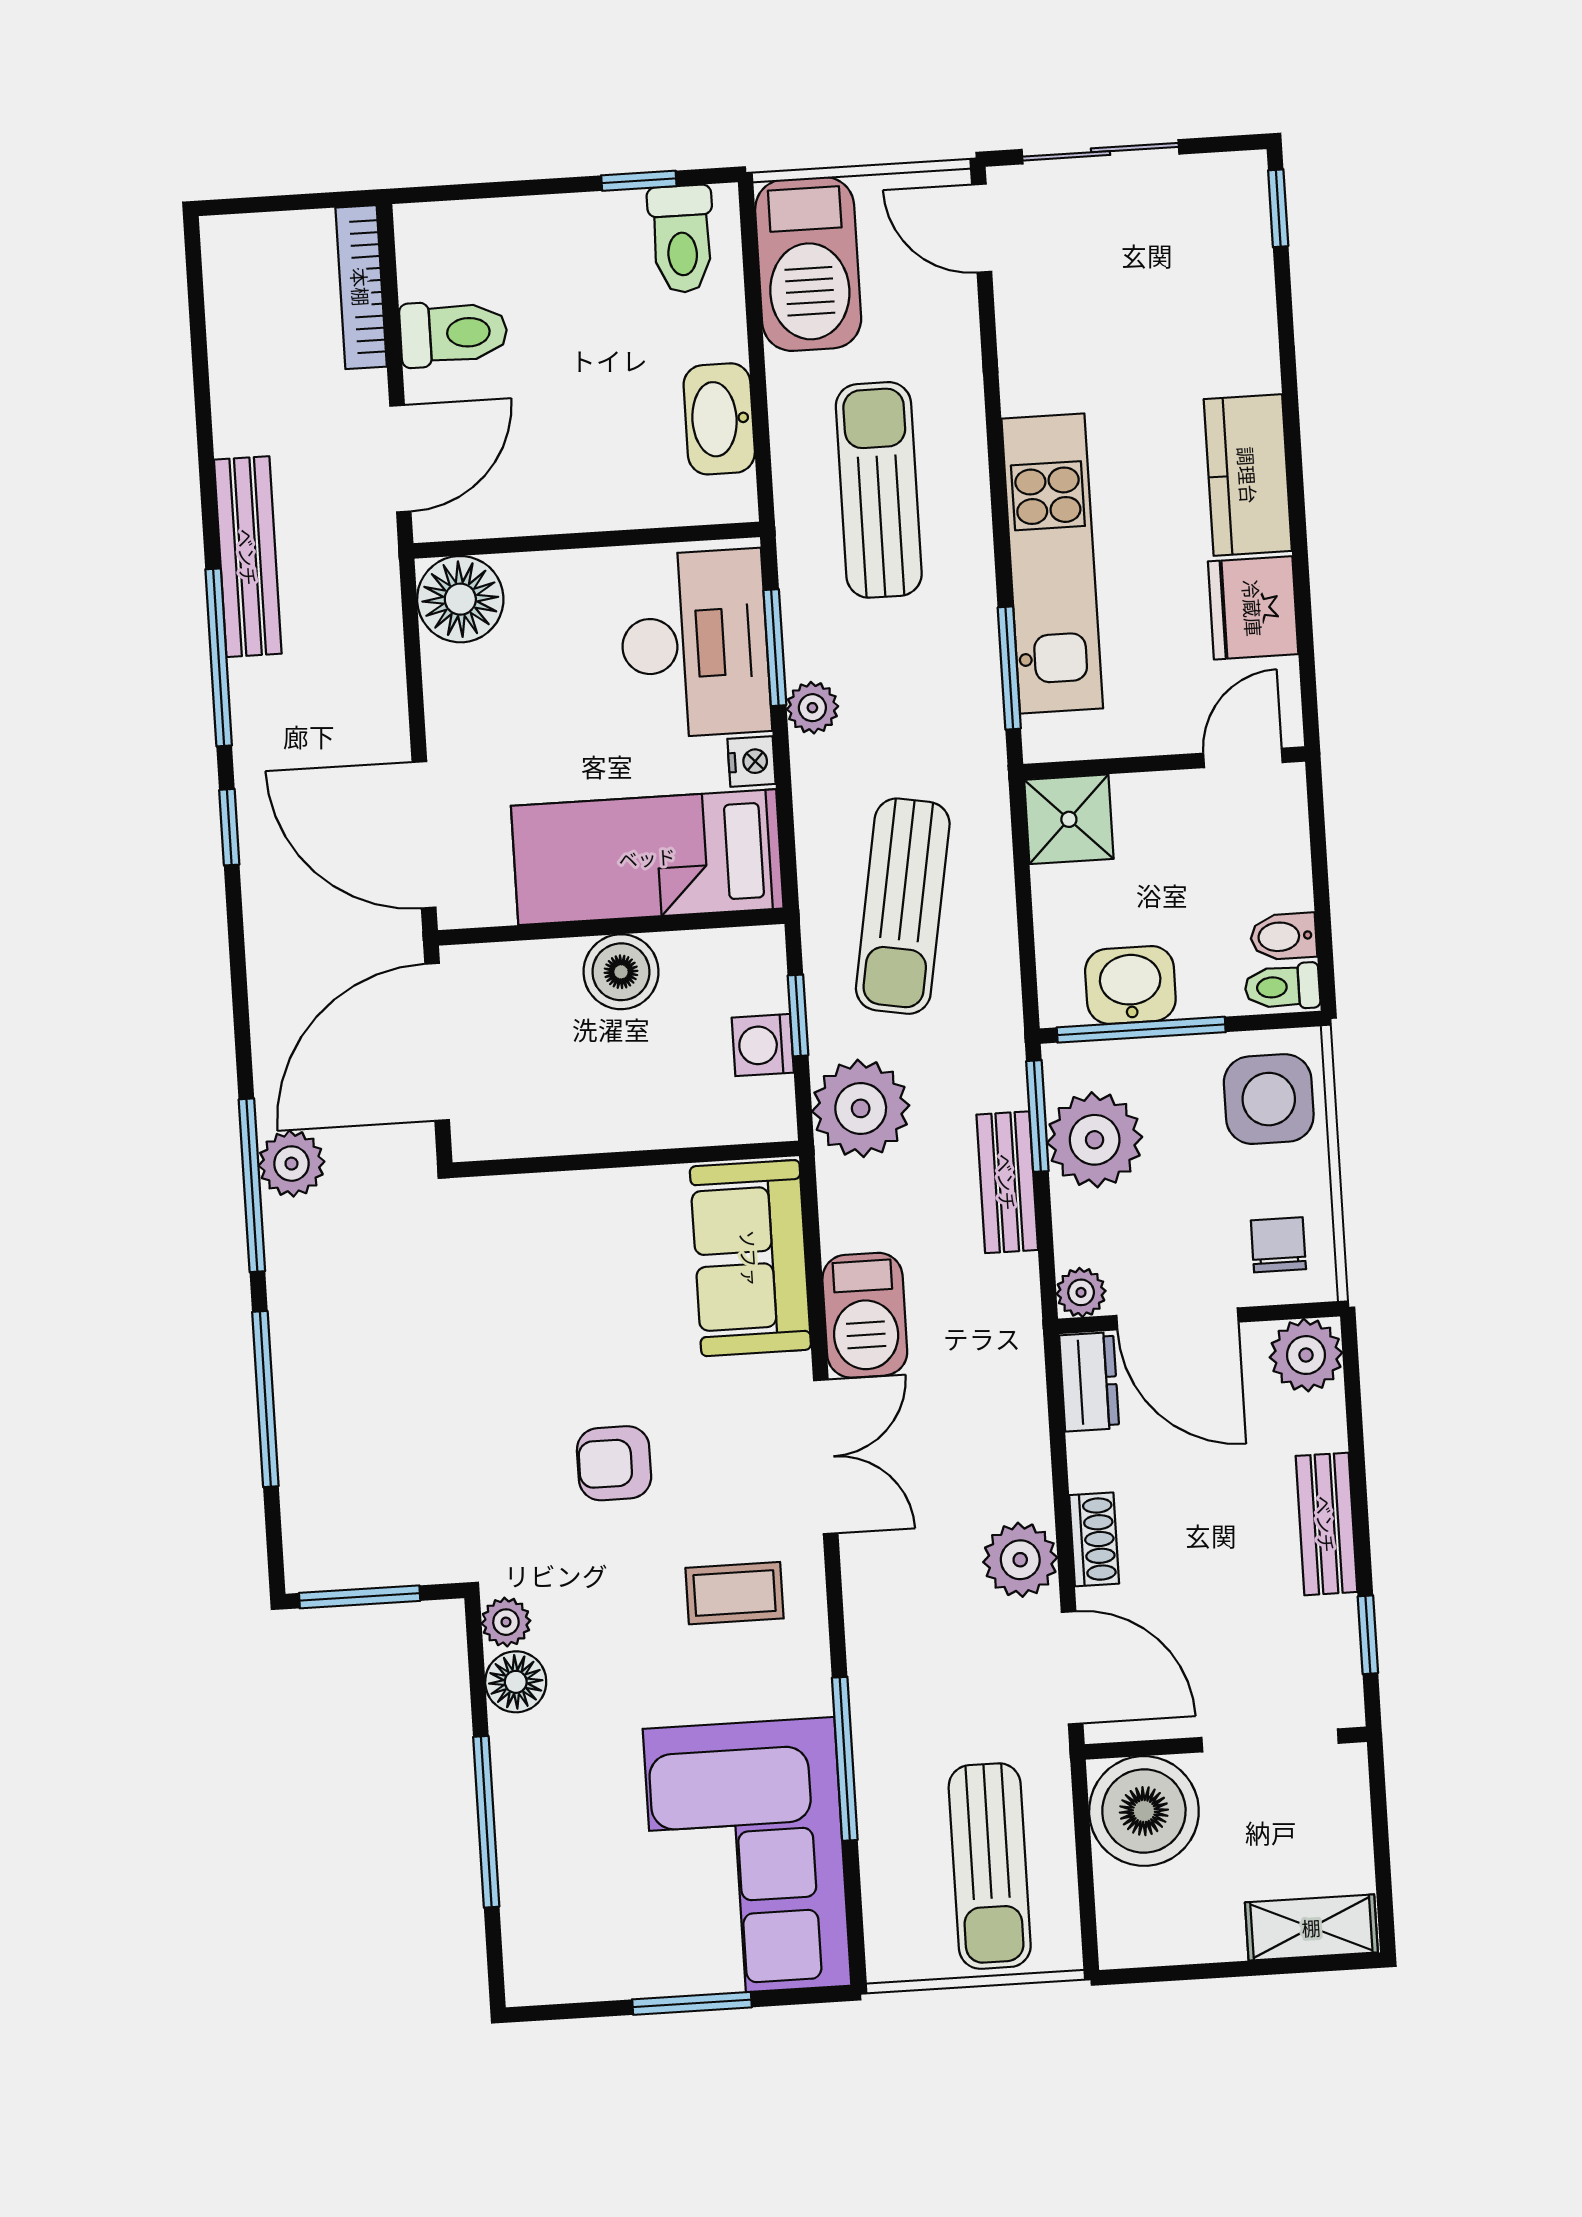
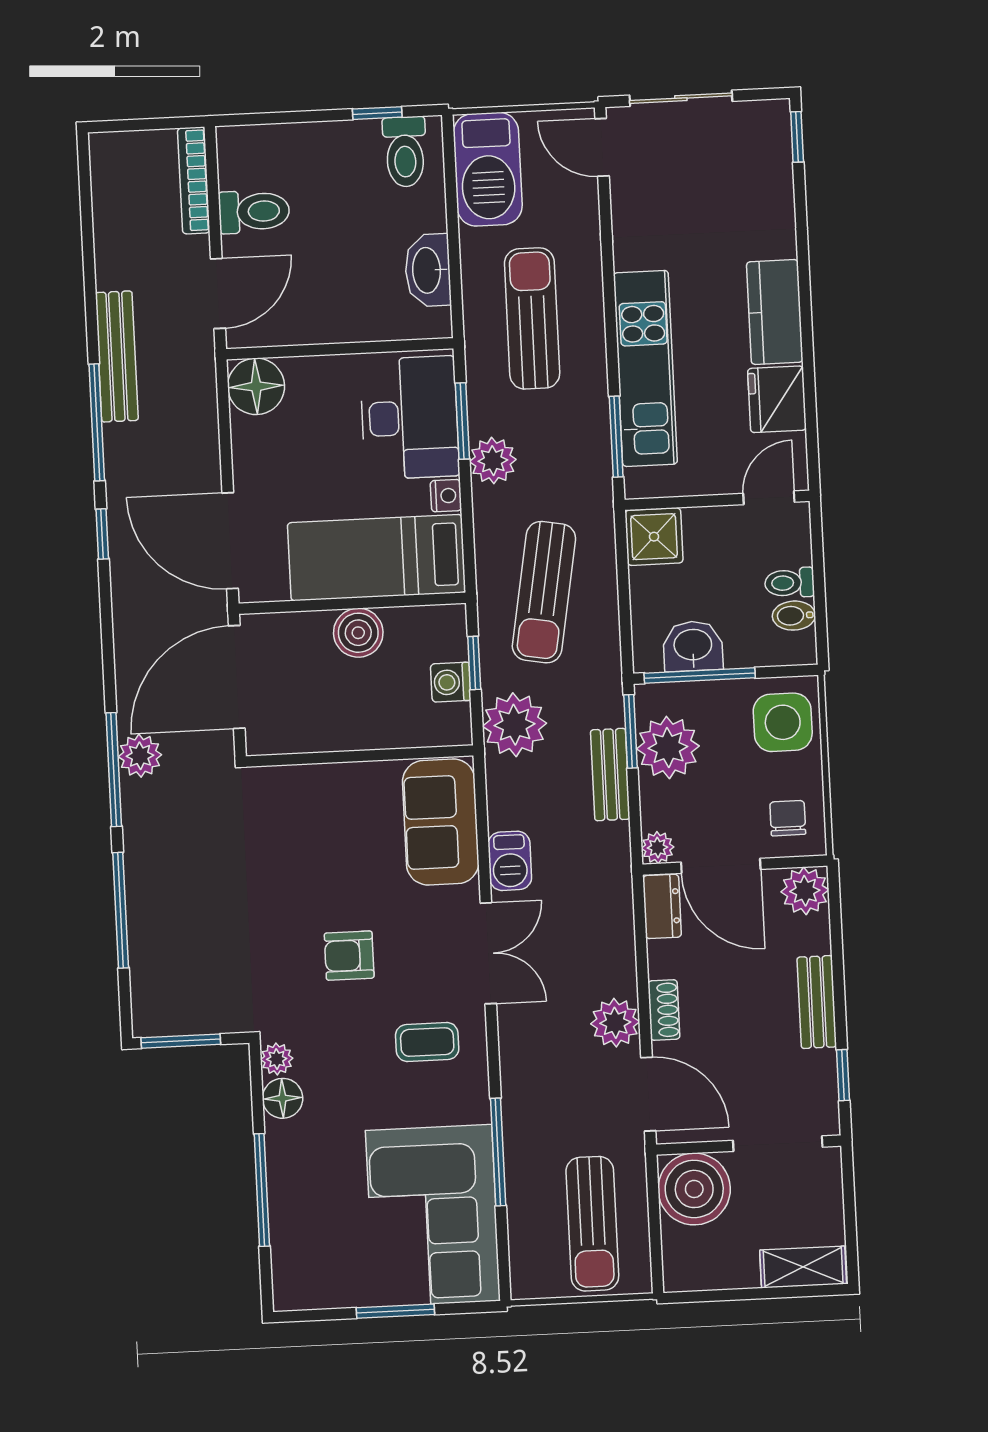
plant: (812, 708) -> (493, 461), width x1.38, depth x1.38
toilet: (1282, 987) -> (789, 583), moved
barbecue: (865, 1315) -> (510, 861), width x0.73, depth x0.79

